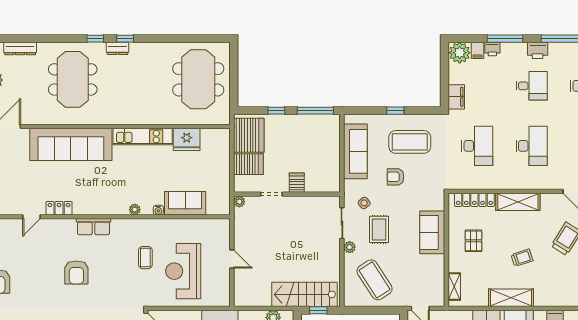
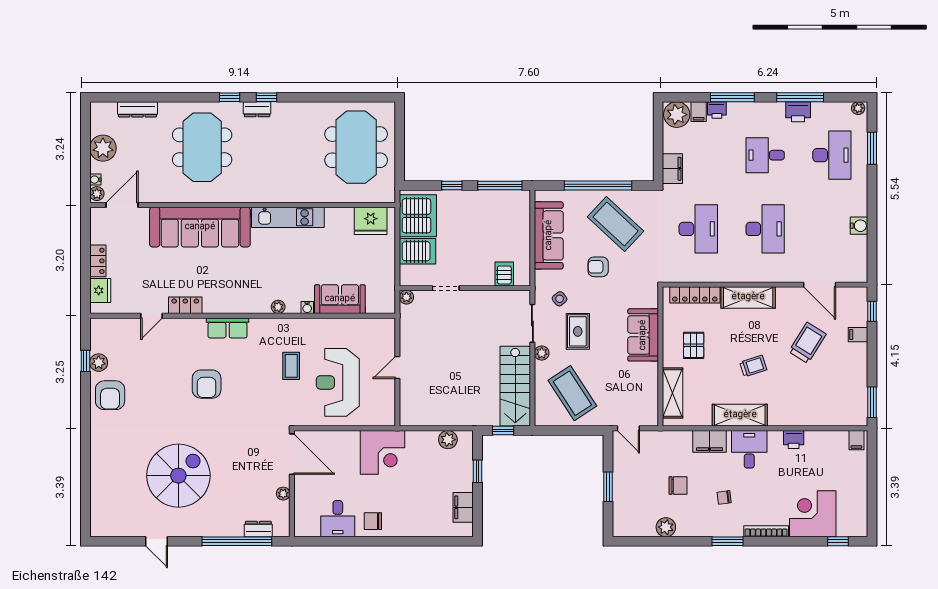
printer: (538, 50) -> (798, 112), moved
desk: (532, 86) -> (765, 155), turned 180
window: (395, 111) -> (598, 185), width x3.17
fridge: (187, 139) -> (371, 221), moved
coffee table: (410, 142) -> (616, 224), turned 43
server rack: (297, 183) -> (504, 274), moved
door: (232, 259) -> (397, 368), swing flipped
shelving: (454, 287) -> (673, 393), width x1.50, depth x1.33
stairs: (304, 294) -> (515, 386), moved, turned -90

